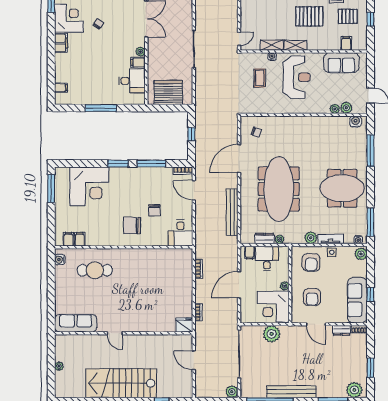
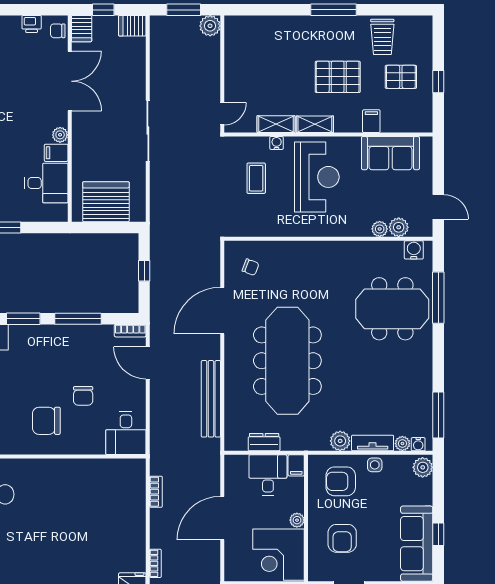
filing cabinet: (346, 43) -> (371, 121), moved
meeting table: (342, 188) -> (392, 309), moved
plant: (279, 239) -> (402, 444), moved
filing cabinet: (250, 253) -> (296, 465), moved
armchair: (311, 262) -> (341, 481), turned 90

